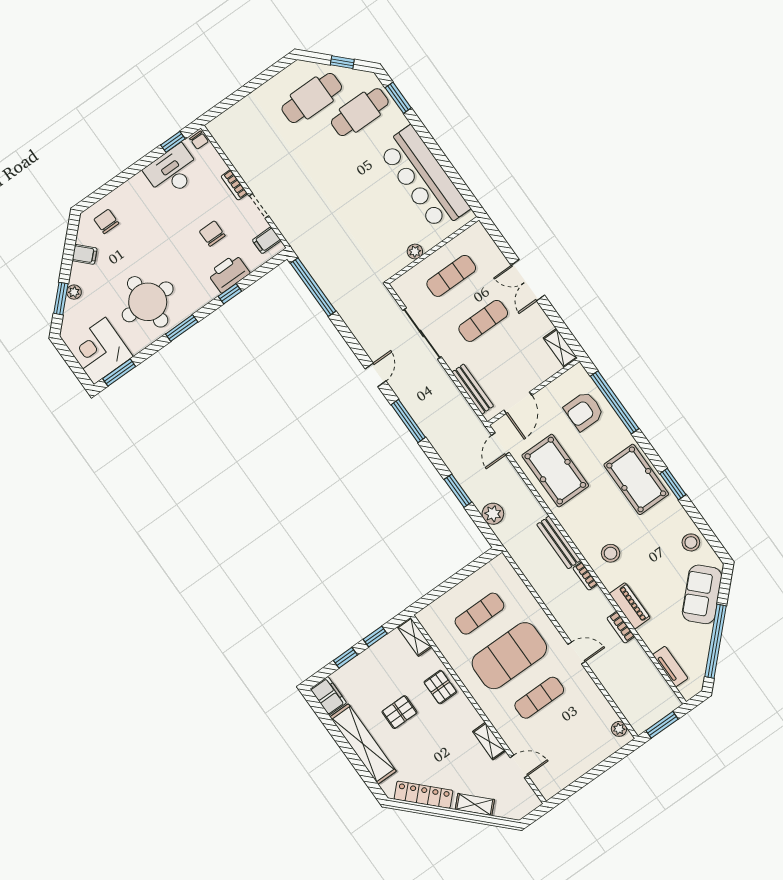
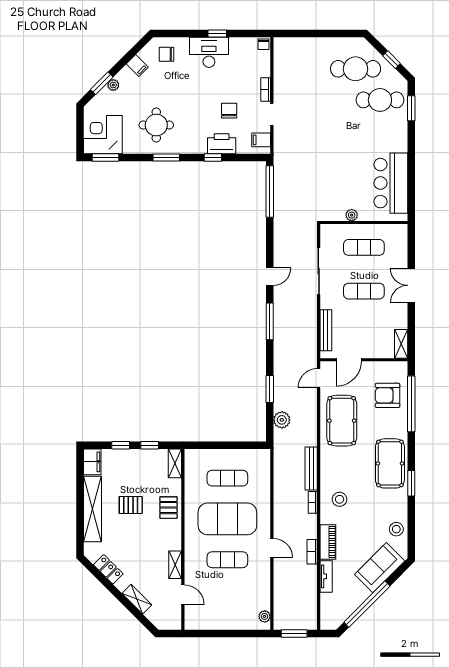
window: (173, 142) -> (217, 33), moved
desk: (173, 171) -> (209, 52), moved
bar counter: (424, 178) -> (391, 183), width x0.73
chair: (106, 221) -> (166, 54), turned -90
round table: (148, 302) -> (156, 125), width x0.73, depth x0.73
tv unit: (670, 667) -> (326, 576), moved
locker: (423, 795) -> (108, 569), width x0.66

